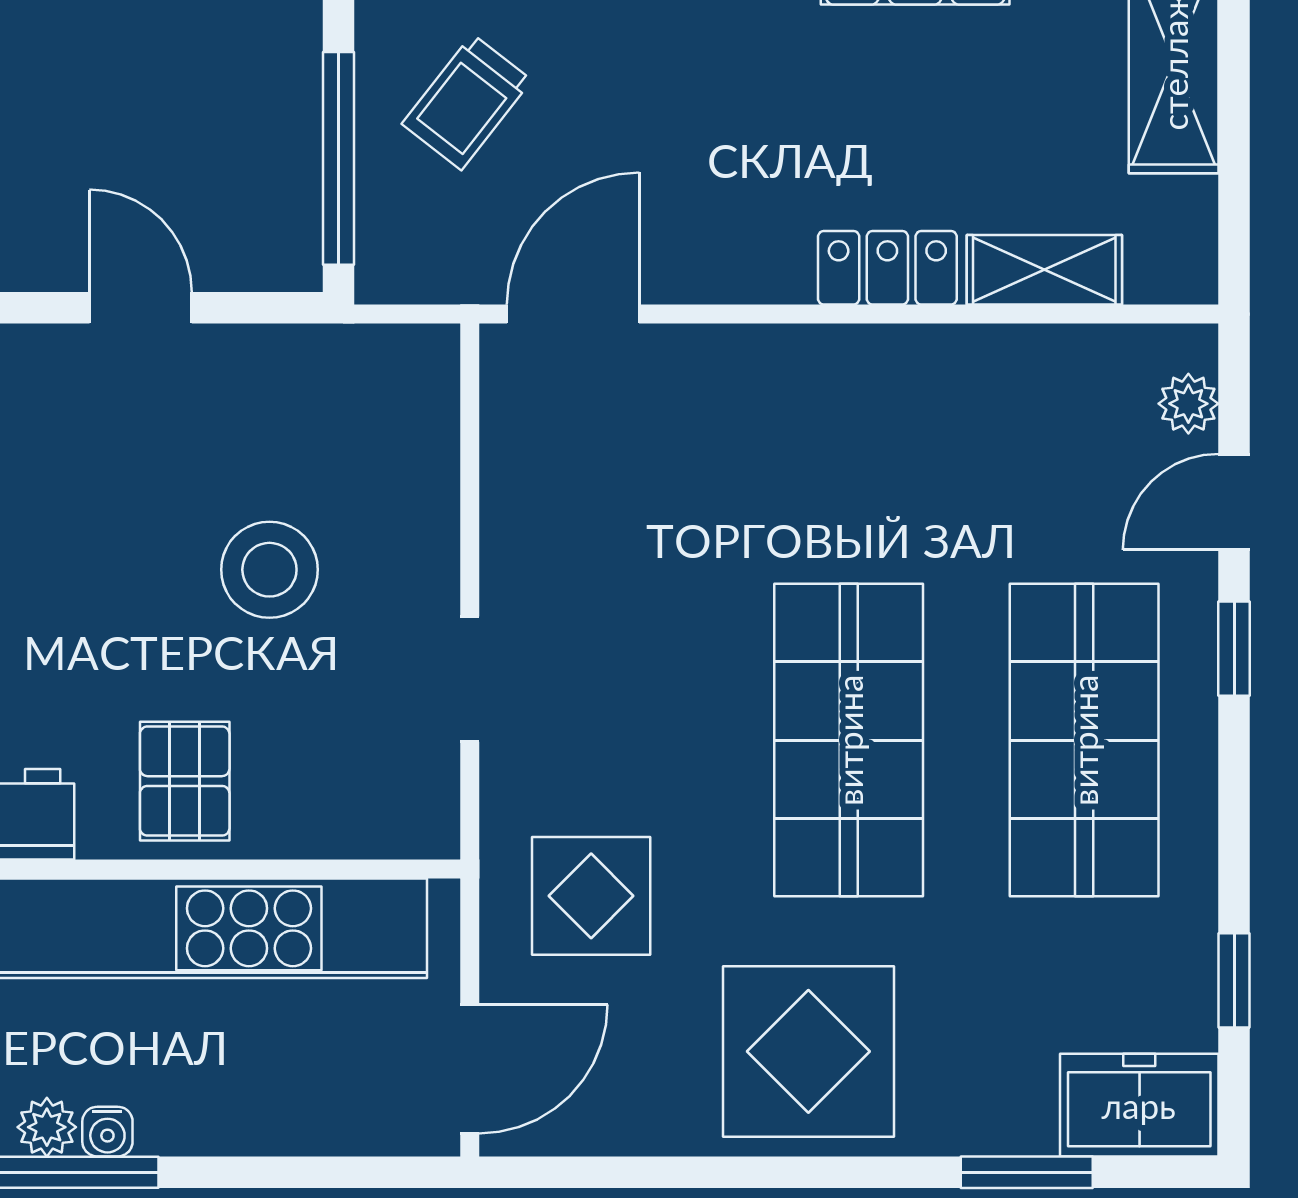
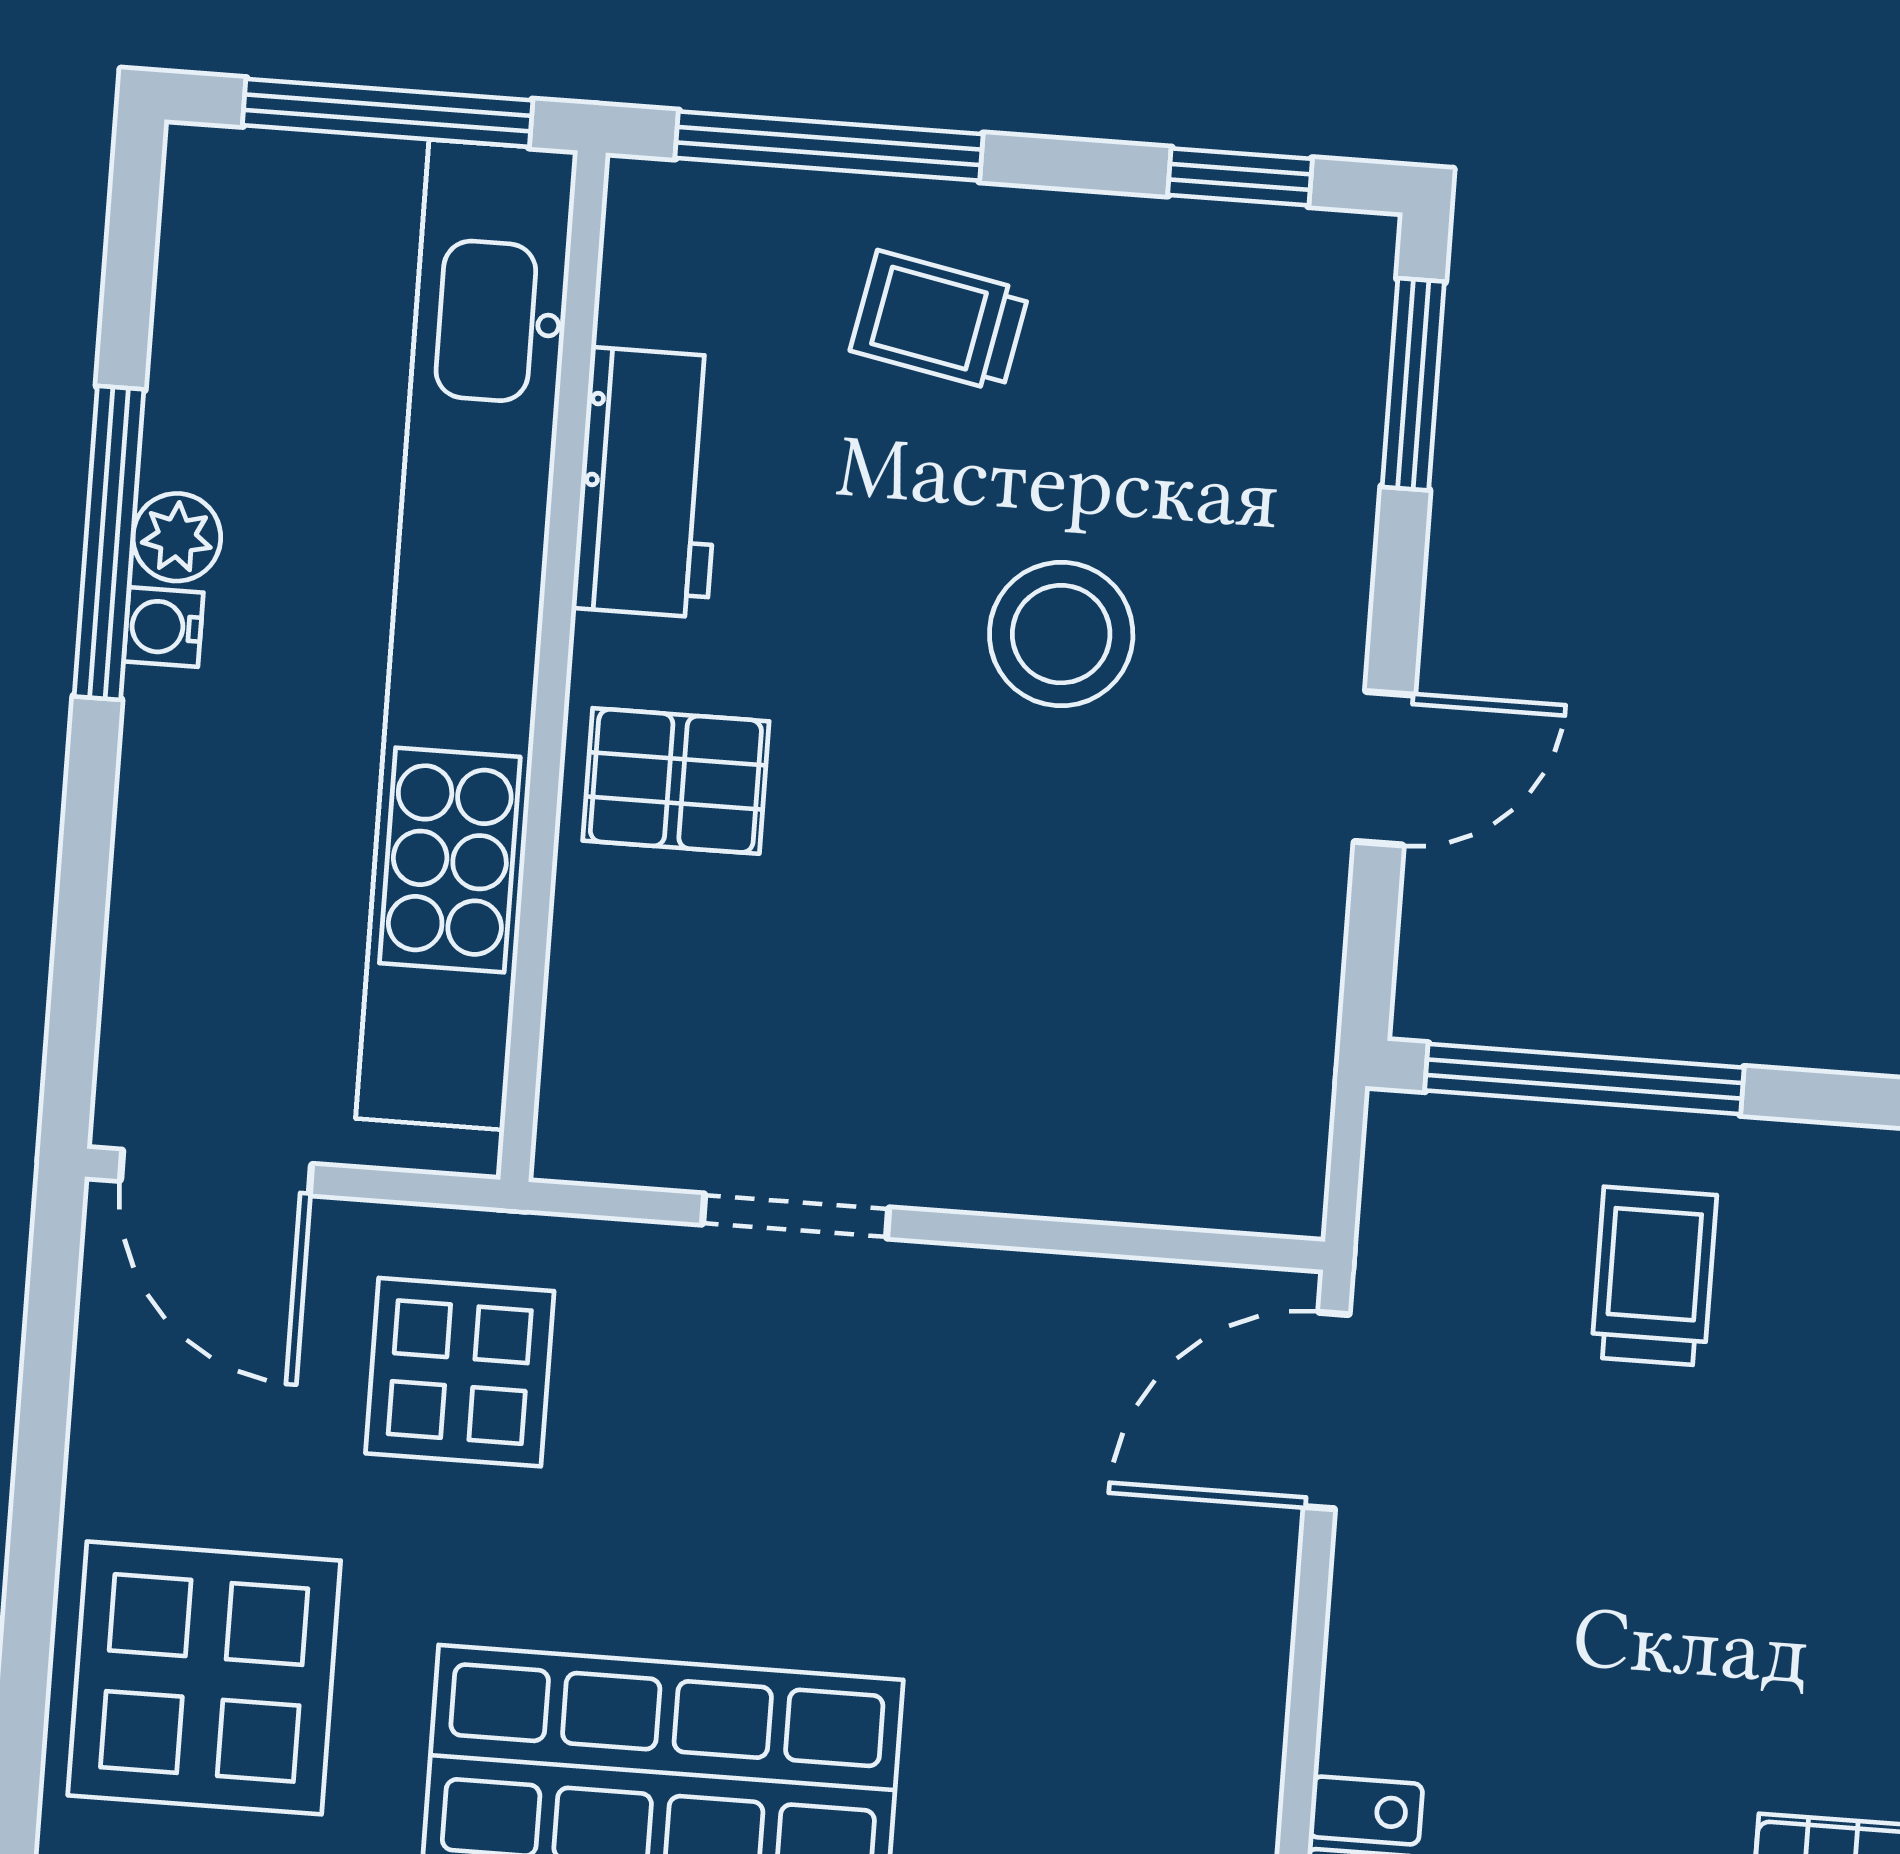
trolley: (467, 102) -> (1654, 1276), turned 52
door: (573, 314) -> (1327, 1411), swing flipped
stool: (269, 570) -> (1061, 634), moved

